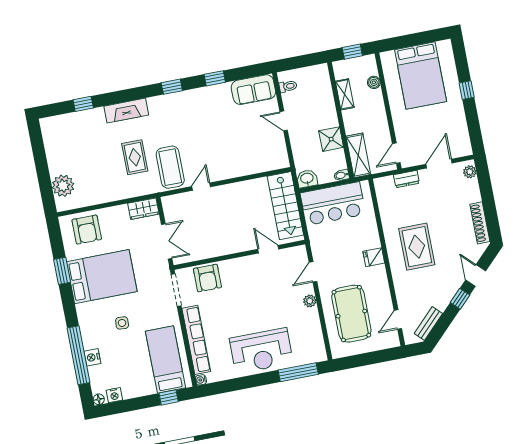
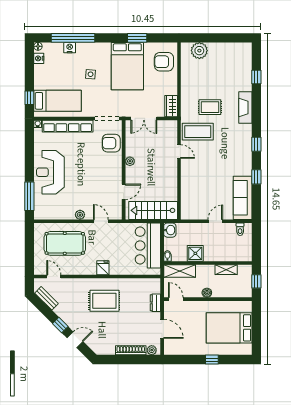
boiler: (374, 82) -> (207, 293), moved
sofa: (253, 90) -> (243, 198), width x1.36
shoe rack: (480, 223) -> (131, 350), moved
plant: (227, 249) -> (130, 161), added

